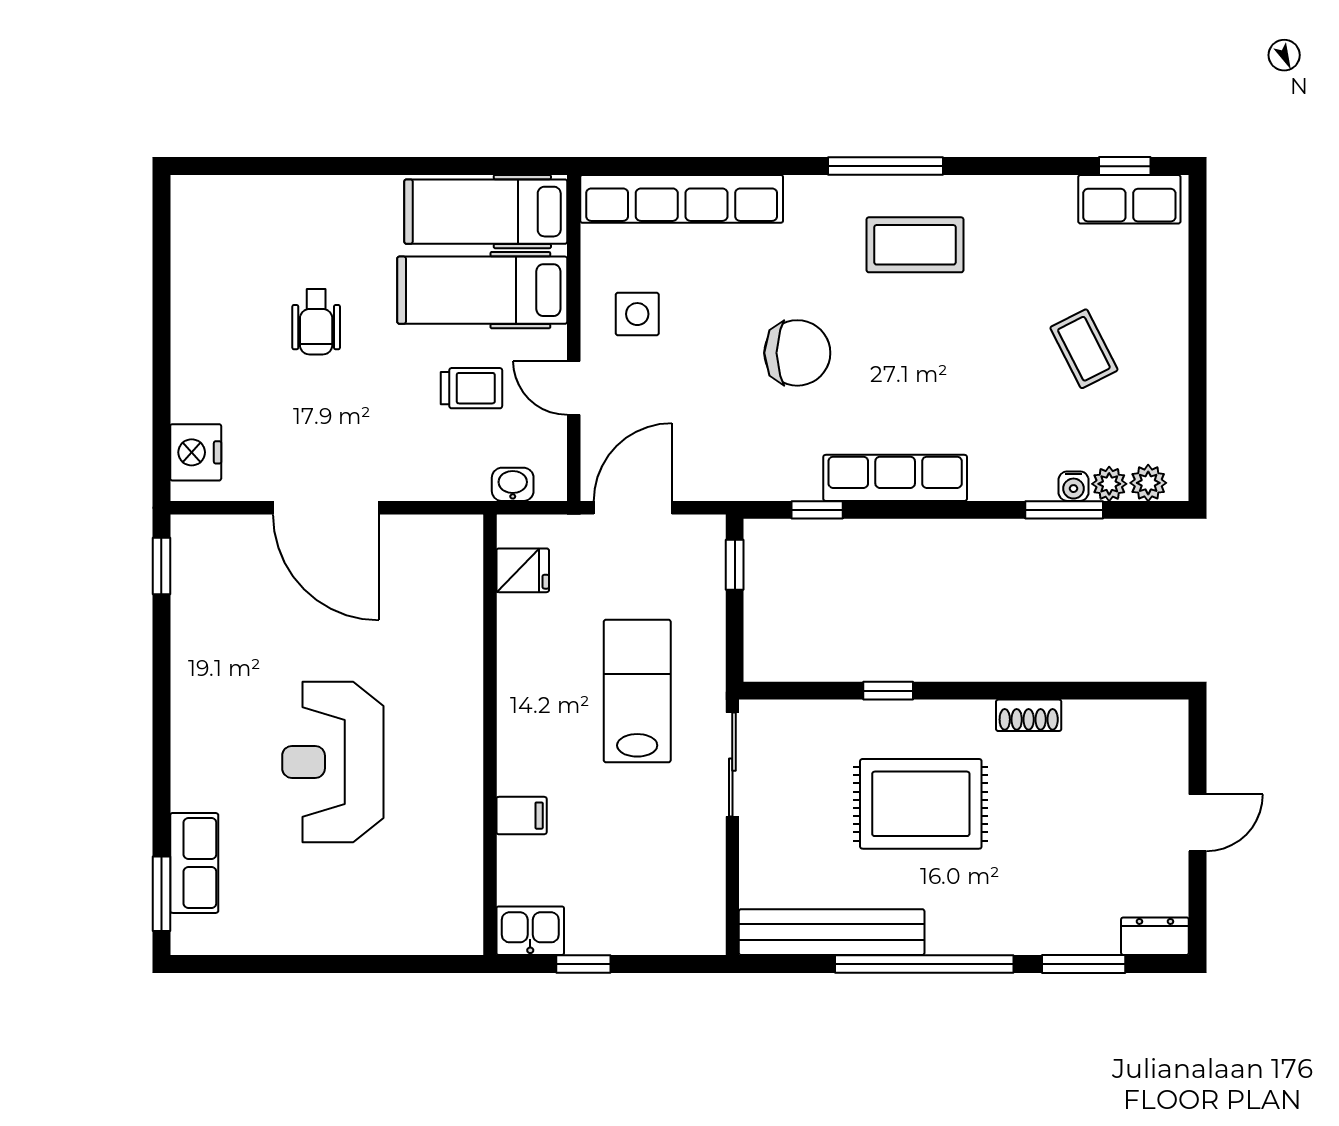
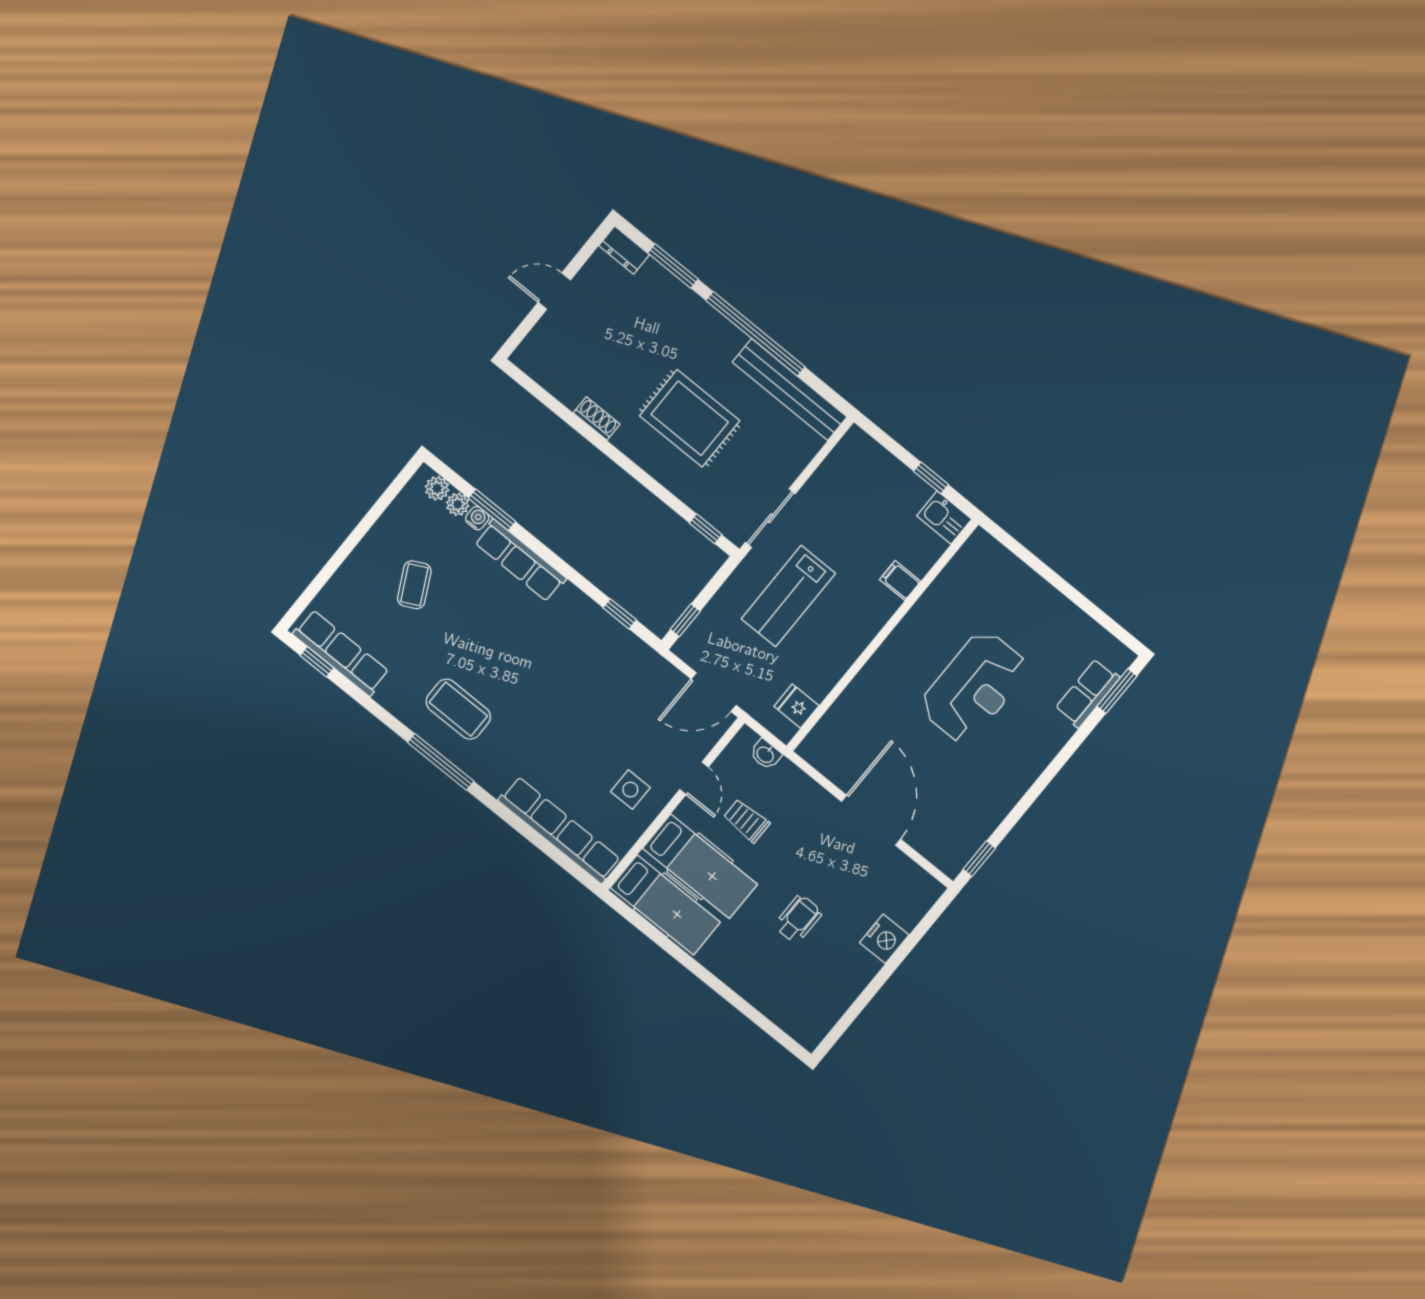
row of seats: (1129, 199) -> (341, 653), width x1.48
chair: (797, 353) -> (564, 703), removed
nightstand: (196, 452) -> (884, 939), moved
row of seats: (895, 478) -> (520, 560), moved
window: (888, 691) -> (706, 529), moved

